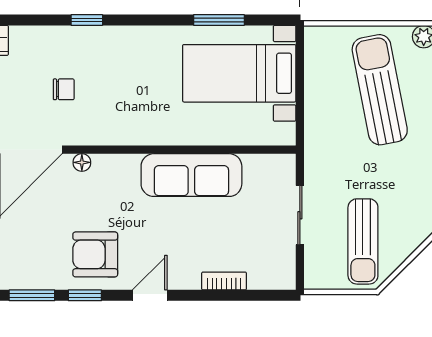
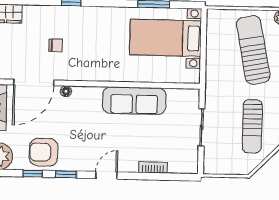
sun lounger: (363, 241) -> (252, 126), moved
armchair: (95, 254) -> (44, 152), moved
window: (32, 295) -> (33, 174), width x0.67

